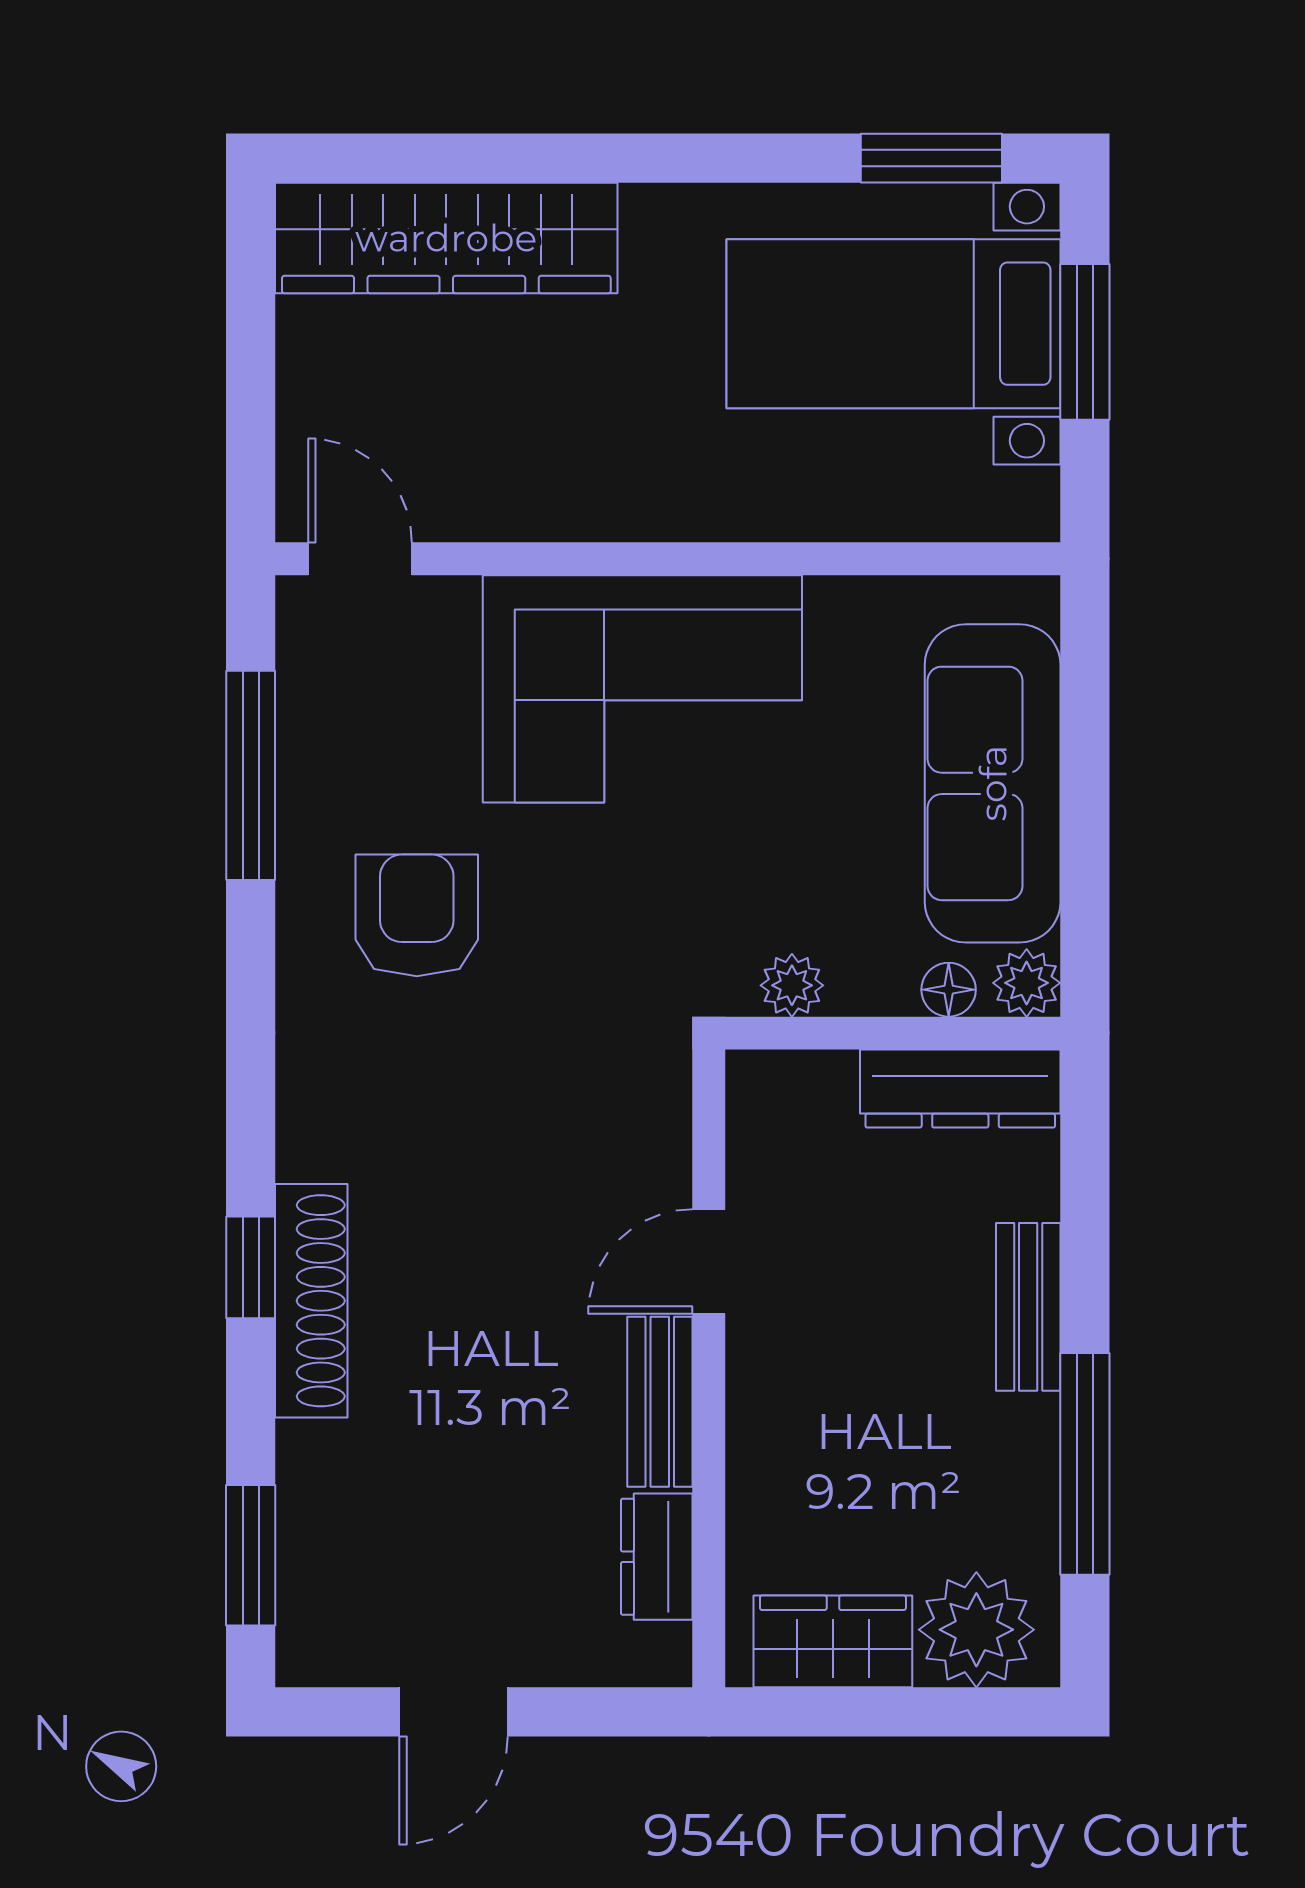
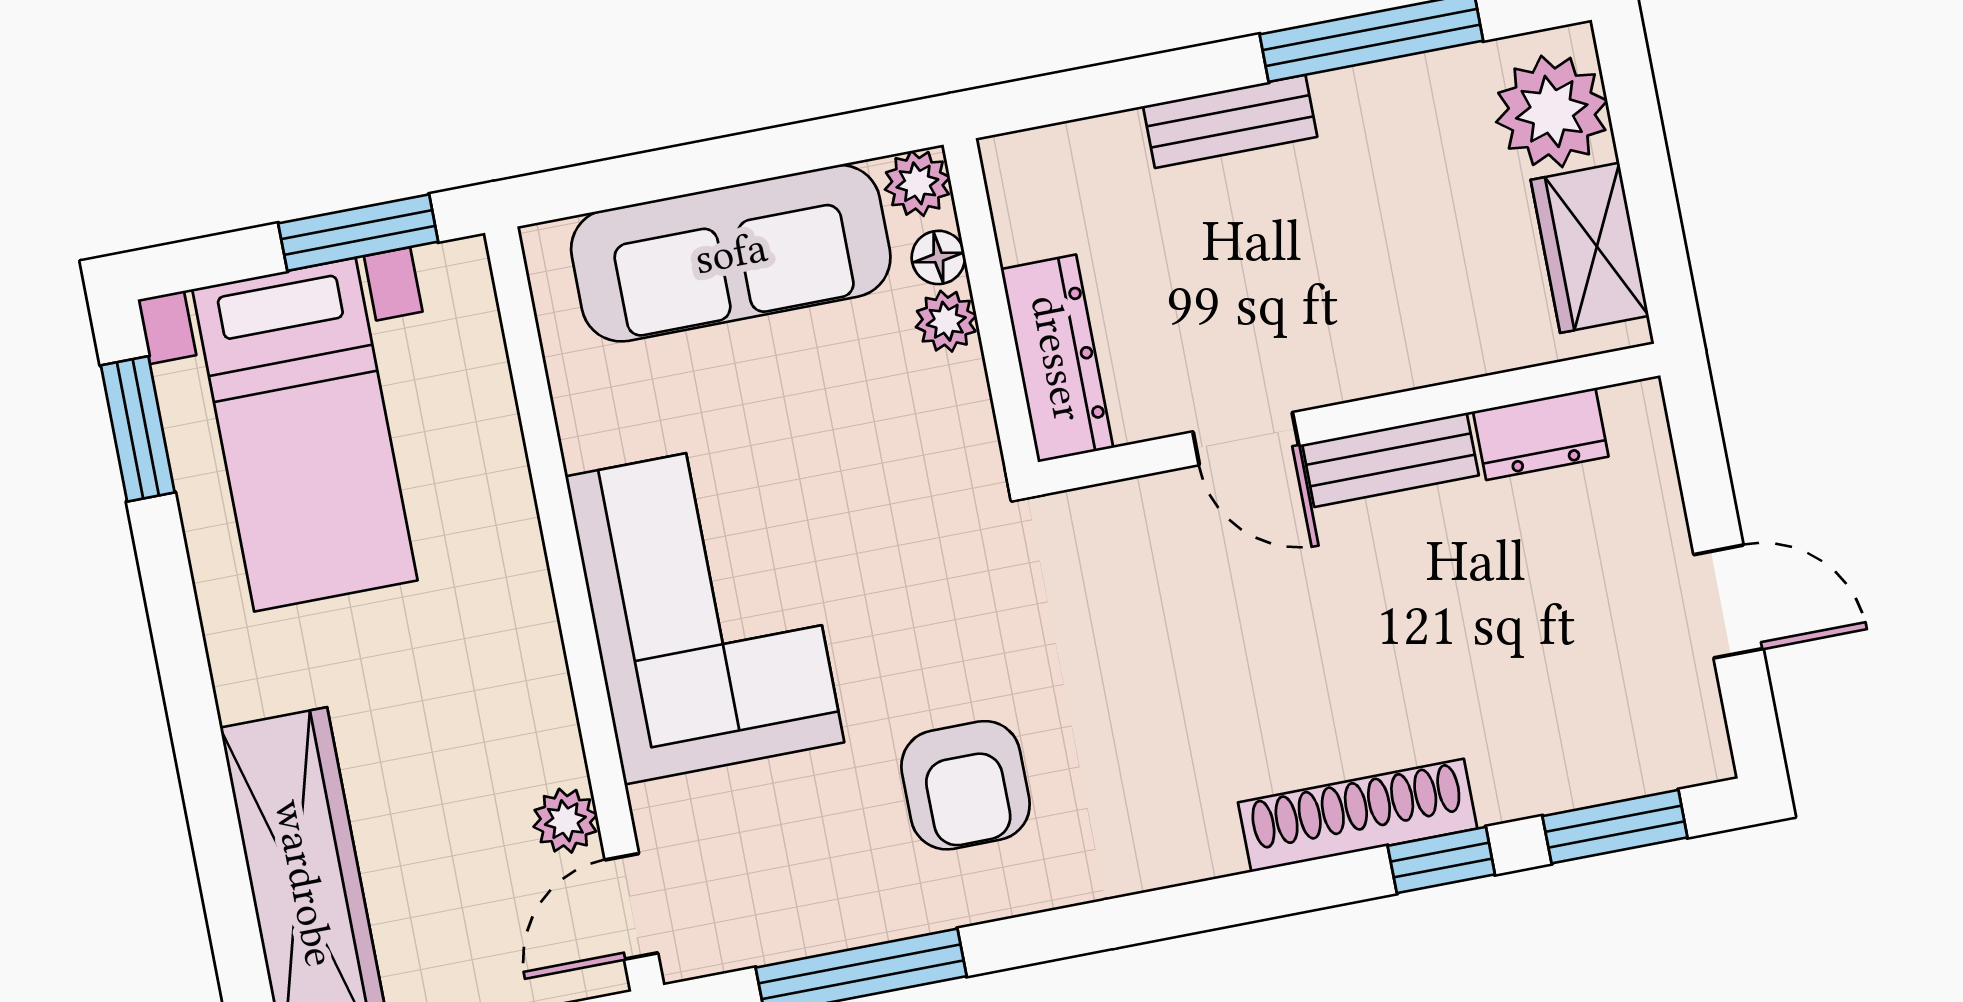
window: (1085, 342) -> (358, 233), moved
plant: (458, 509) -> (565, 821), added
armchair: (417, 915) -> (966, 785), turned -90
plant: (792, 985) -> (946, 321), moved
dresser: (960, 1089) -> (1057, 358), moved
window: (251, 1267) -> (1441, 860), moved

